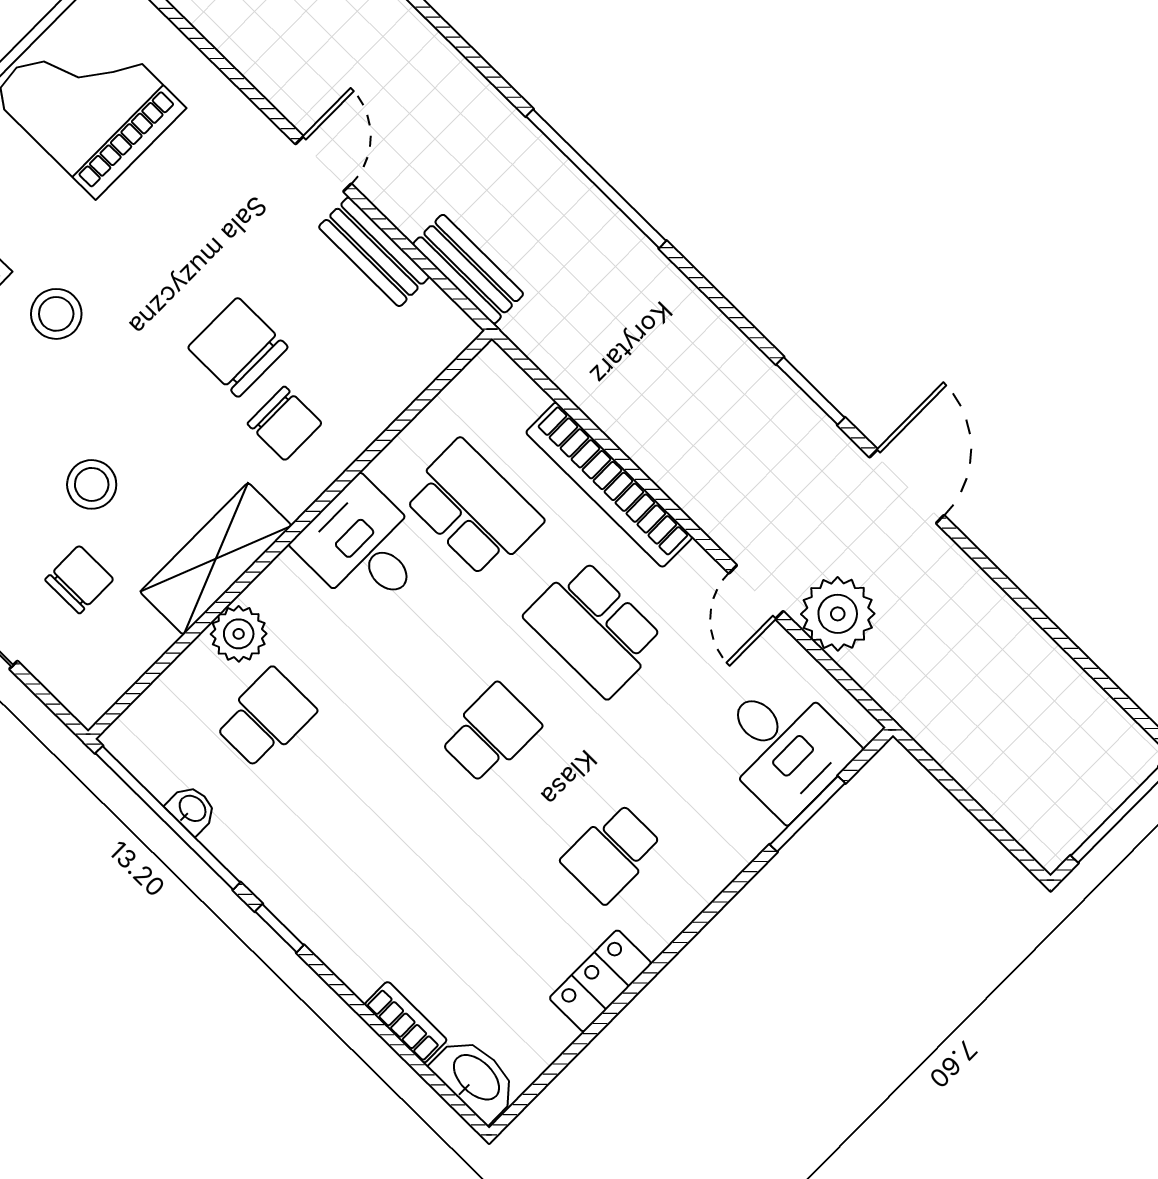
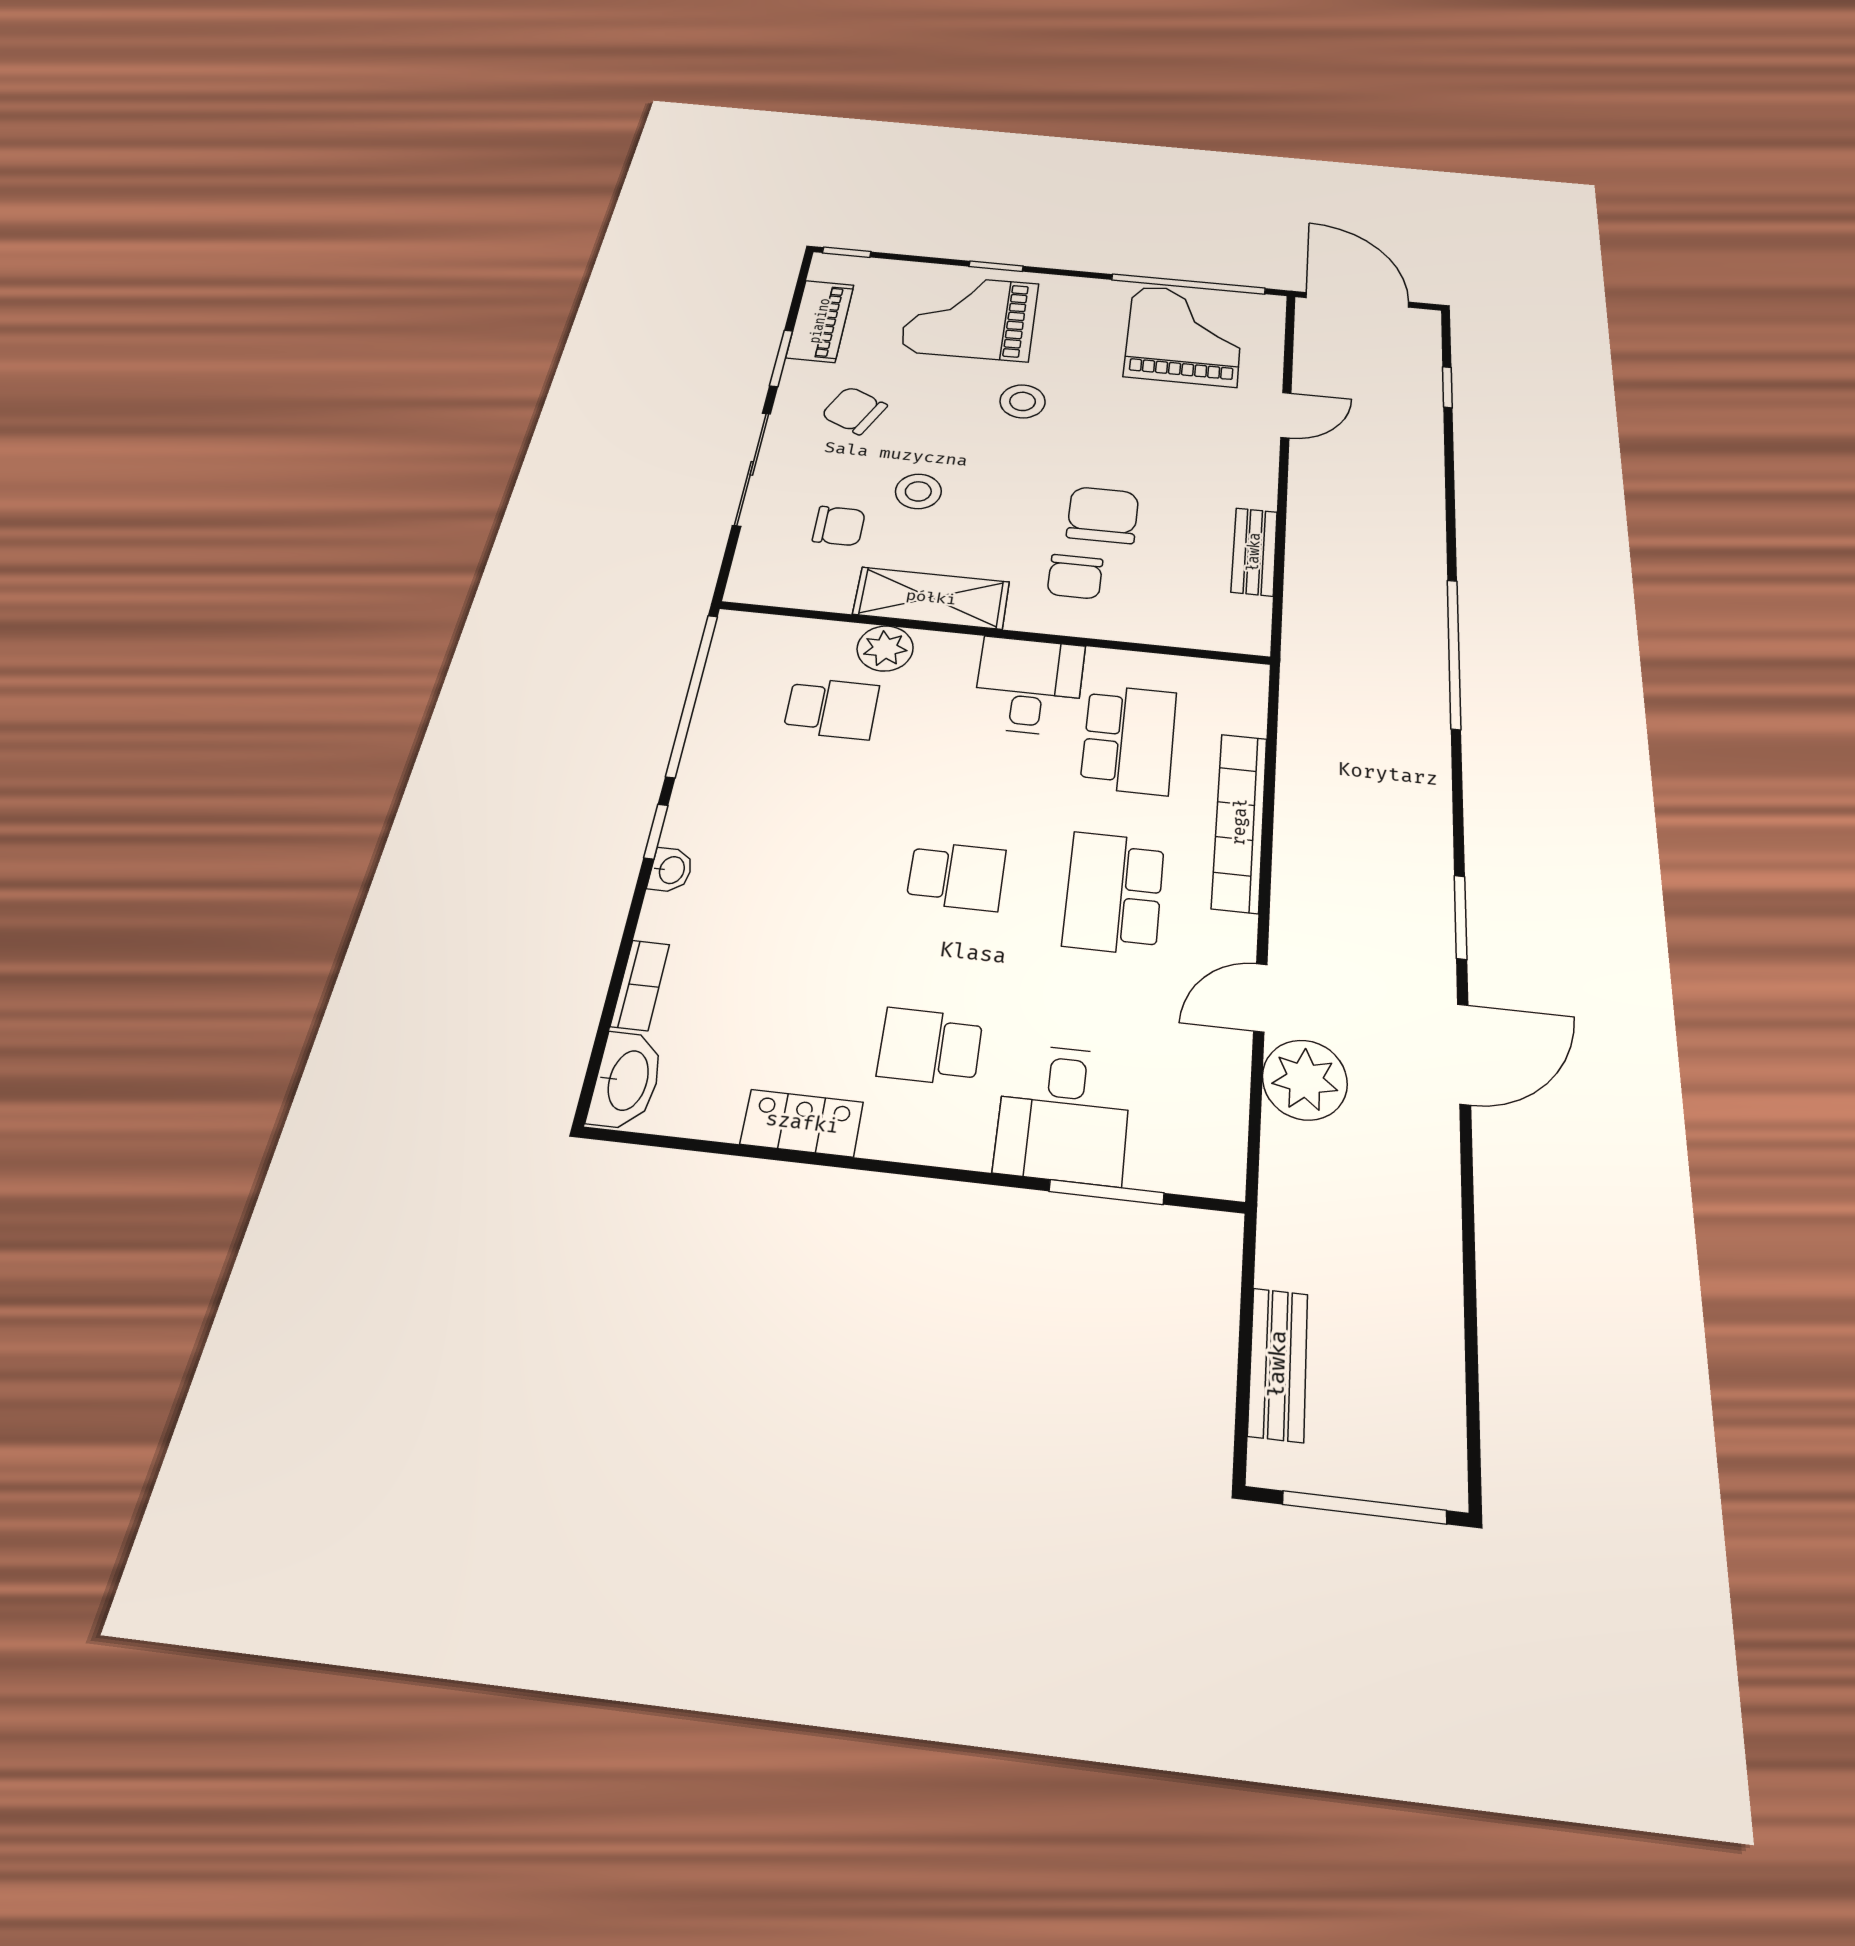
door: (323, 164) -> (1286, 415), moved
bench: (468, 269) -> (1278, 1364), moved
desk: (784, 747) -> (1064, 1114), moved
washbasin: (192, 809) -> (671, 870), moved

